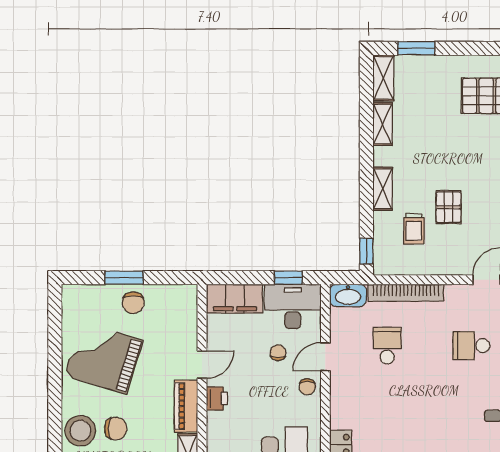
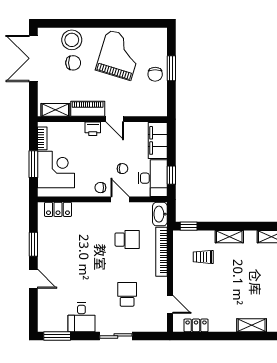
pallet: (449, 207) -> (217, 280), removed
chair: (133, 303) -> (155, 74), turned -90
chair: (116, 429) -> (73, 63), turned -90

